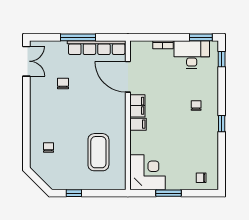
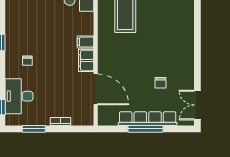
window: (201, 37) -> (34, 129), moved
row of seats: (97, 48) -> (148, 119), moved
desk: (192, 55) -> (19, 96), moved, turned 90
chair: (48, 147) -> (175, 19), removed

